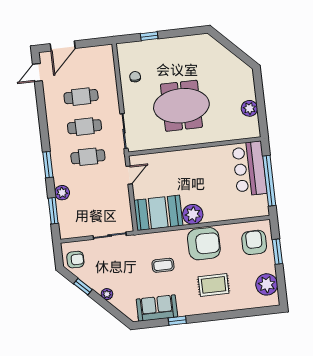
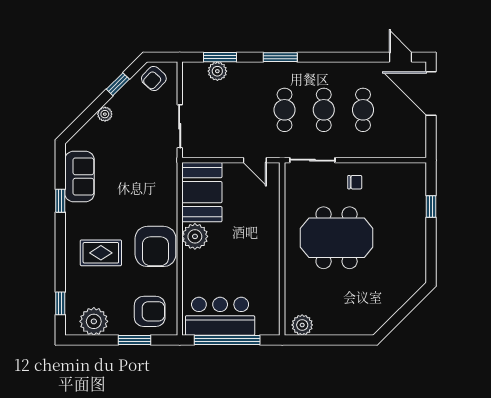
door: (63, 46) -> (431, 93), width x1.36
chair: (135, 77) -> (355, 182), moved
meeting table: (181, 106) -> (337, 238), turned 90
plant: (249, 108) -> (302, 325), moved
bar counter: (250, 169) -> (220, 316), moved
plant: (62, 193) -> (217, 71), moved
armchair: (75, 260) -> (154, 79), turned 43
coffee table: (163, 265) -> (134, 191), removed
rug: (214, 285) -> (101, 253), turned 90
window: (256, 312) -> (60, 303), added

